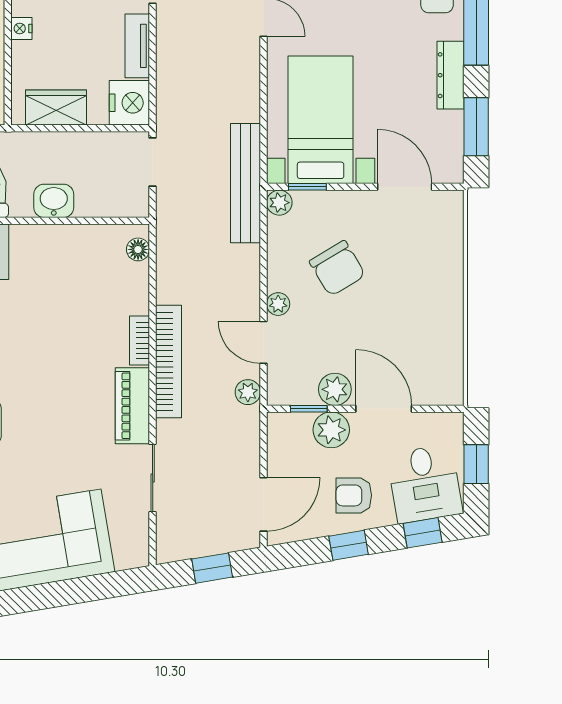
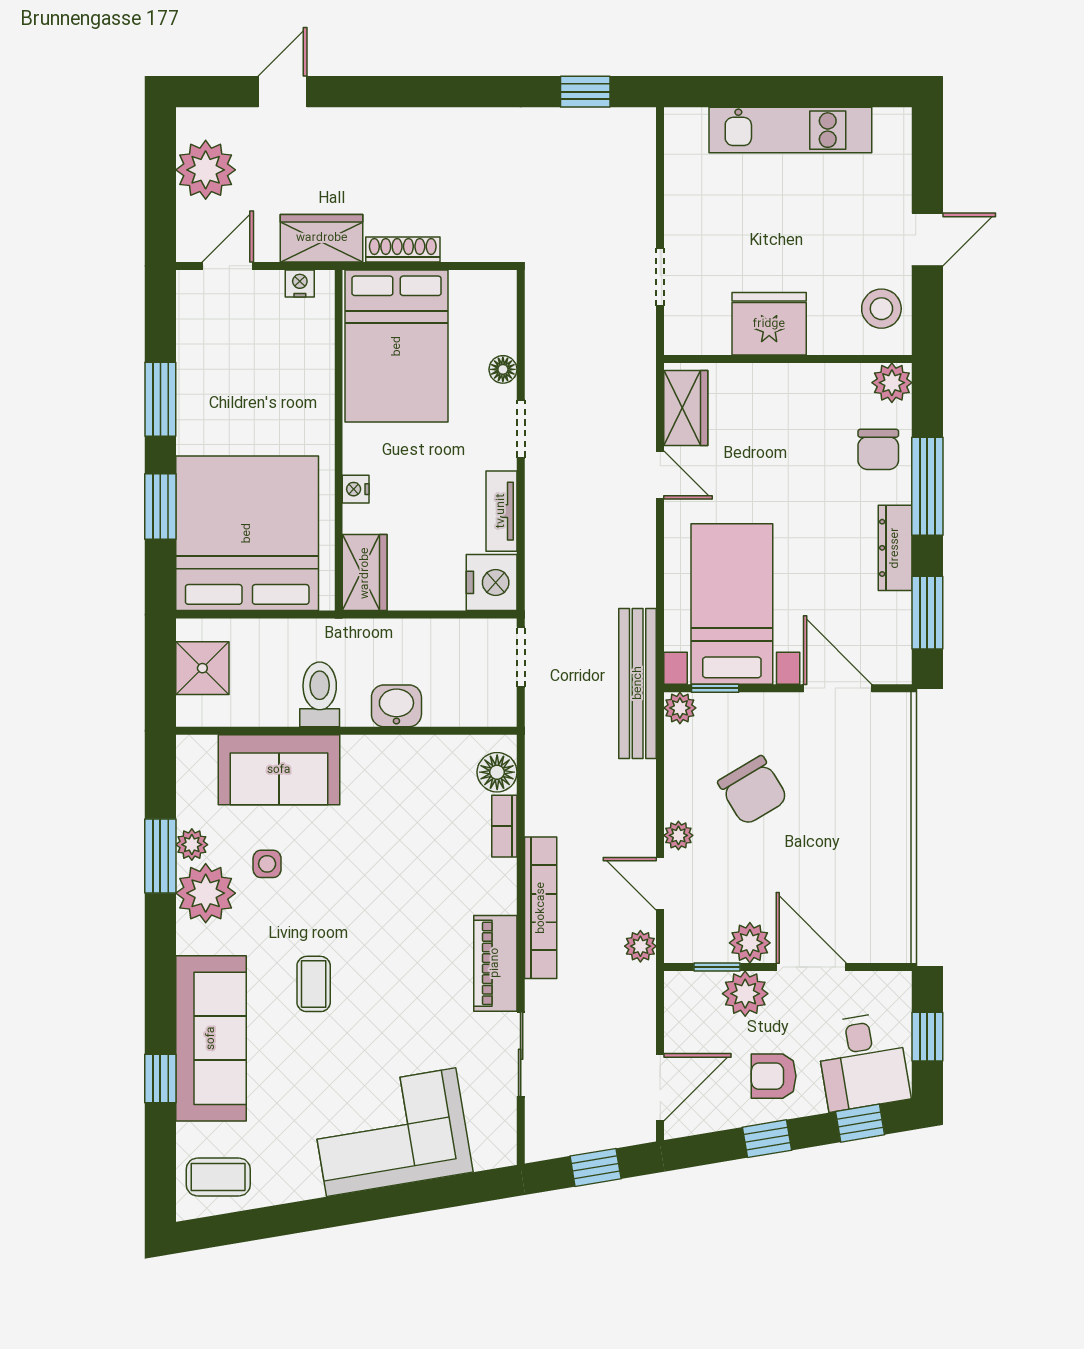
wardrobe: (56, 108) -> (365, 573), moved, turned 90
floor lamp: (138, 249) -> (497, 772), width x1.37, depth x1.37
bookcase: (140, 340) -> (504, 826), moved

